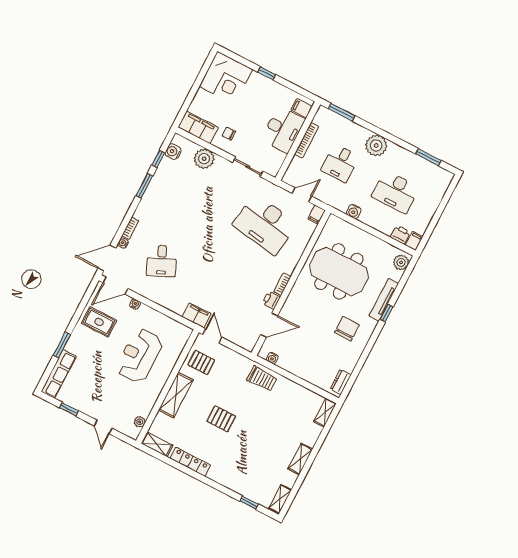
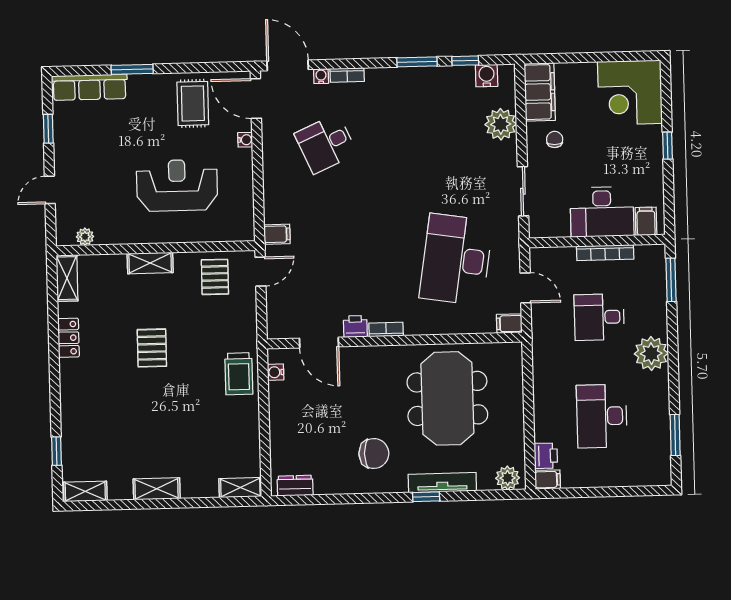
water cooler: (354, 211) -> (542, 373), removed
filing cabinet: (197, 315) -> (277, 234), width x0.50
shelving: (176, 395) -> (150, 263), width x0.67, depth x0.75
locker: (190, 462) -> (68, 338), width x0.66

